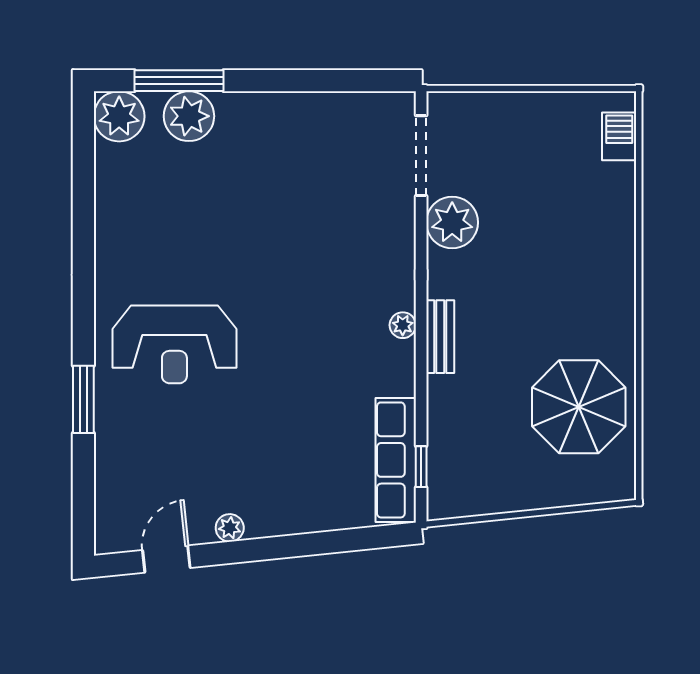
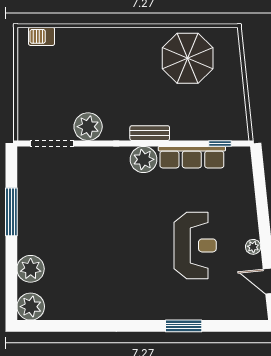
window: (179, 81) -> (11, 212), moved
plant: (403, 325) -> (144, 159), width x1.87, depth x1.87
reception desk: (174, 344) -> (195, 245), moved
row of seats: (396, 460) -> (192, 157), moved

